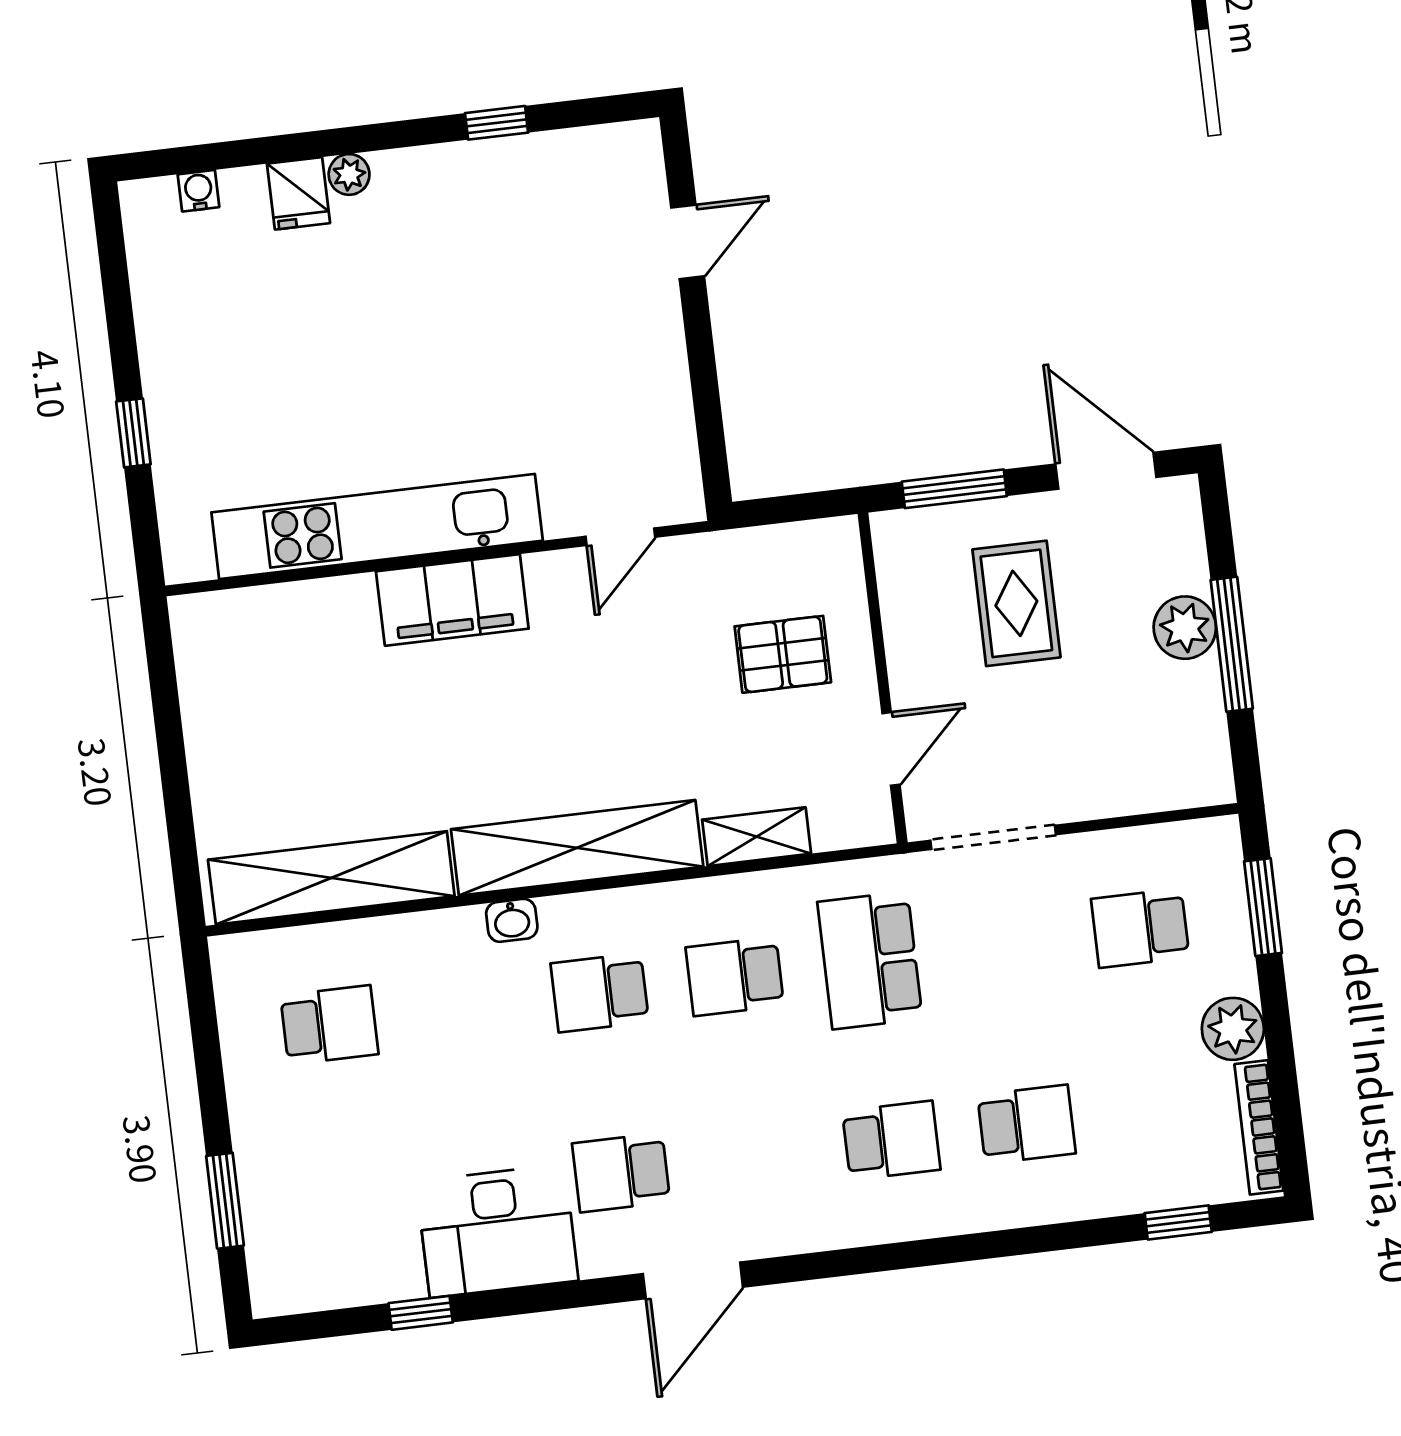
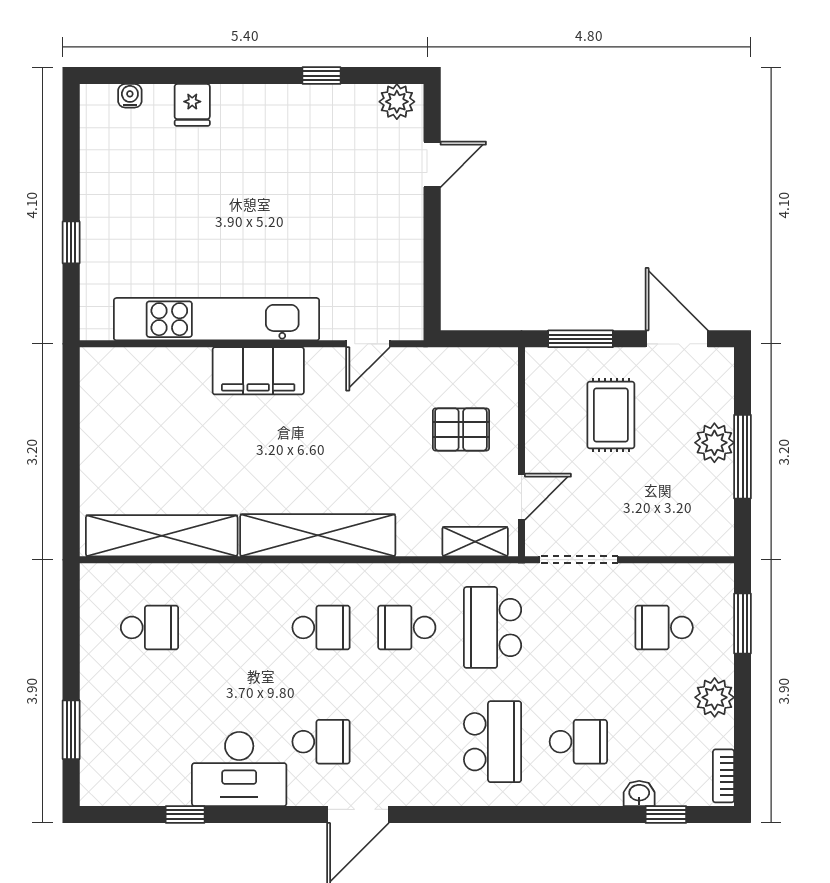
plant: (349, 174) -> (397, 102), moved, width x1.38, depth x1.38
shelving: (757, 837) -> (475, 542), moved
washbasin: (512, 920) -> (639, 793), moved, turned 180
school desk: (600, 993) -> (321, 627), turned 180
bookcase: (1259, 1127) -> (724, 776), width x0.64
school desk: (891, 1140) -> (493, 742), width x1.85
school desk: (621, 1173) -> (321, 742), turned 180

